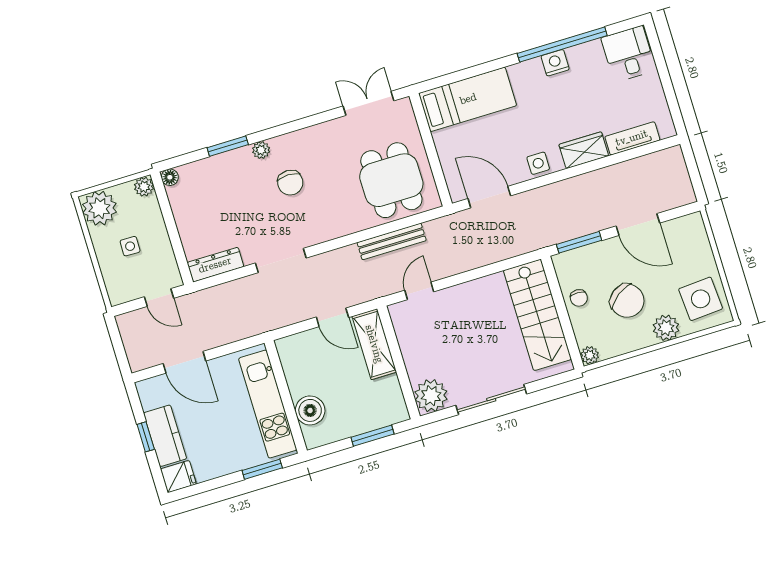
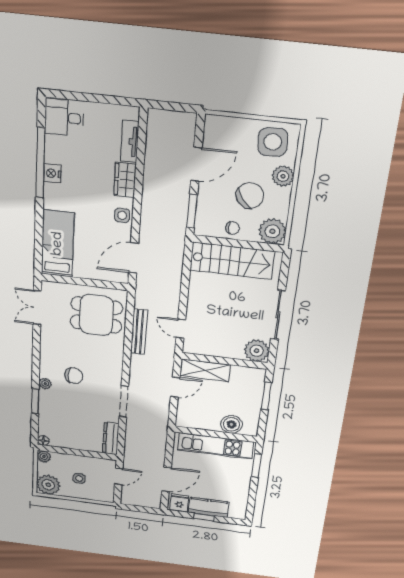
plant: (590, 355) -> (272, 231), width x1.88, depth x1.88
fridge: (178, 477) -> (179, 503), moved

